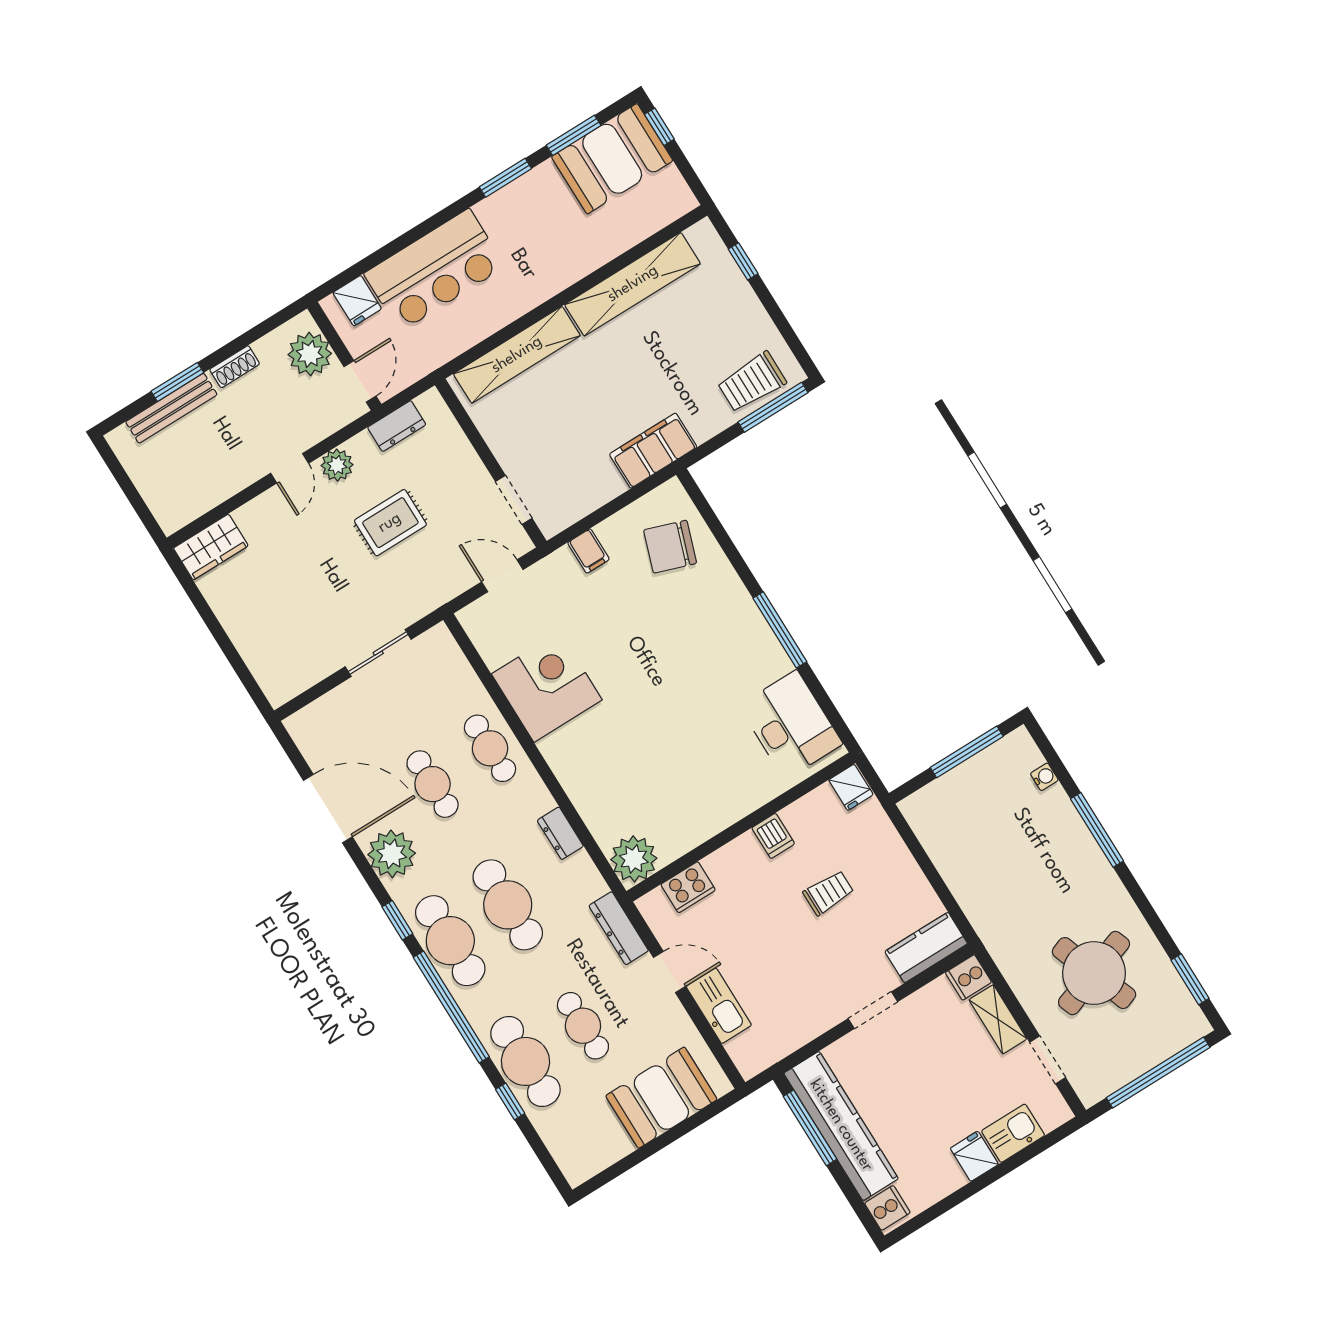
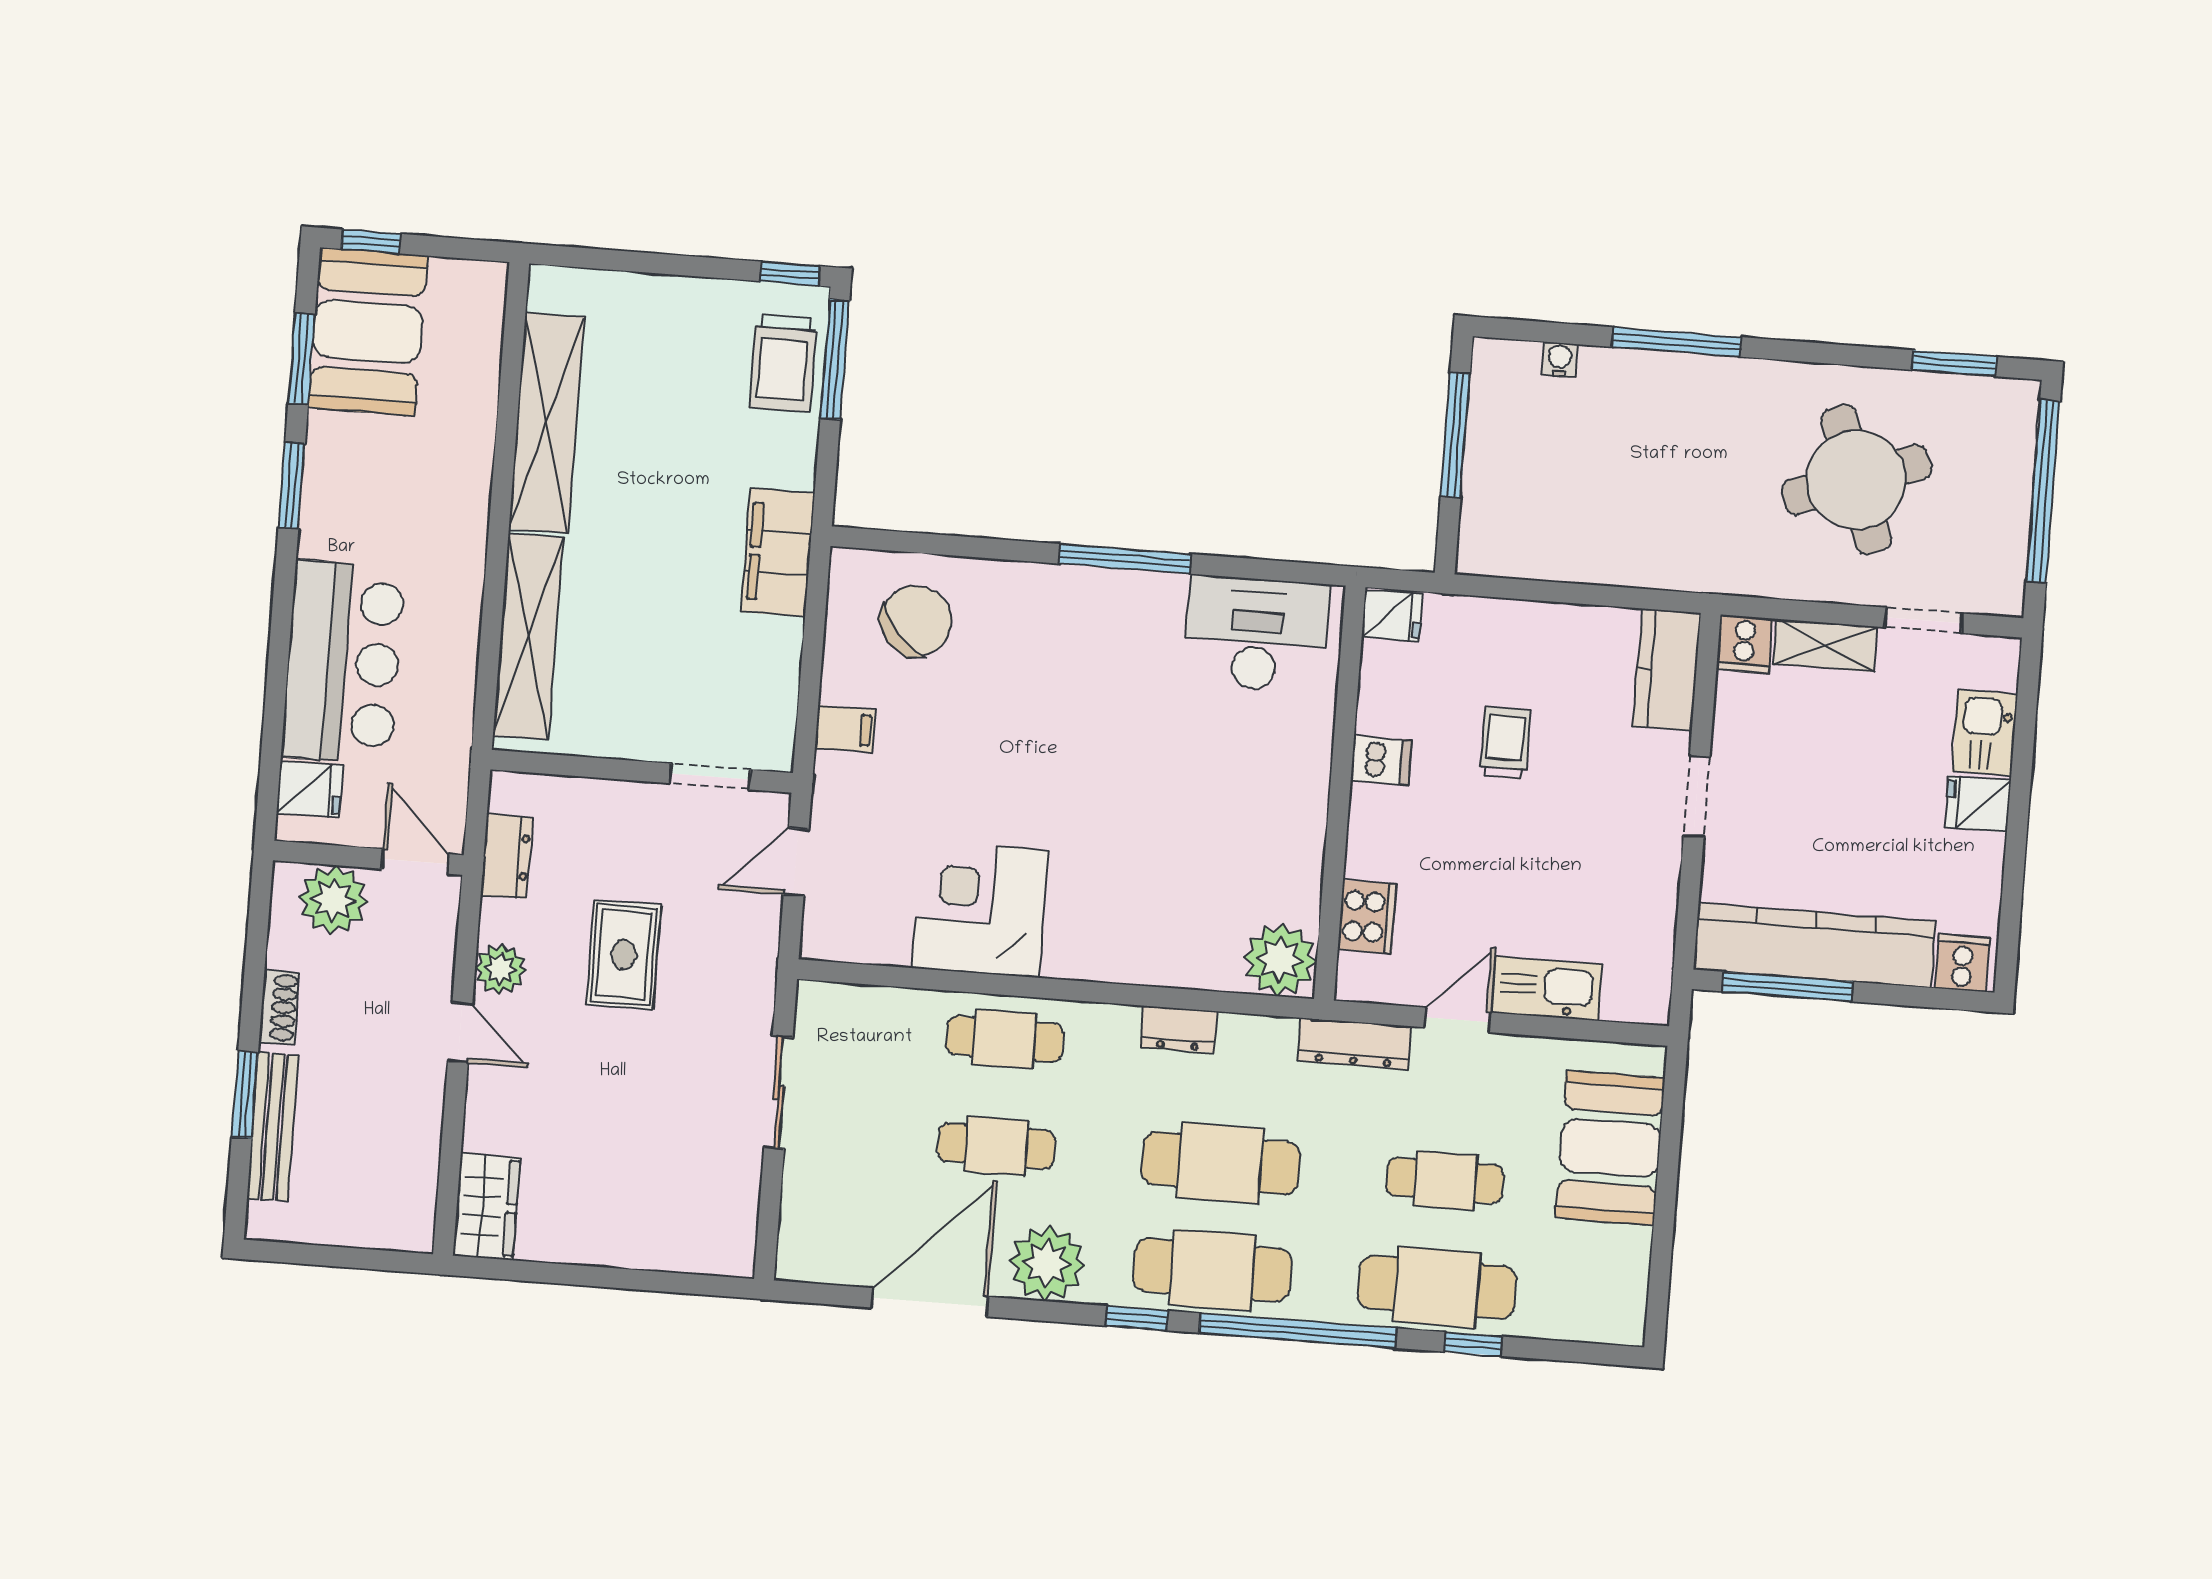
window: (743, 261) -> (790, 274), moved
chair: (670, 547) -> (916, 621), turned -150

